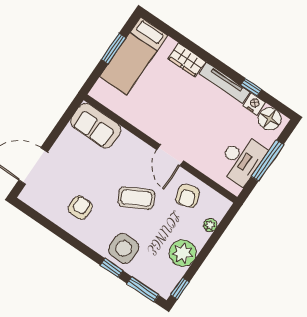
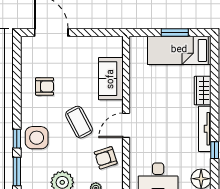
nightstand: (254, 104) -> (204, 160), removed
sofa: (96, 126) -> (111, 79), moved

